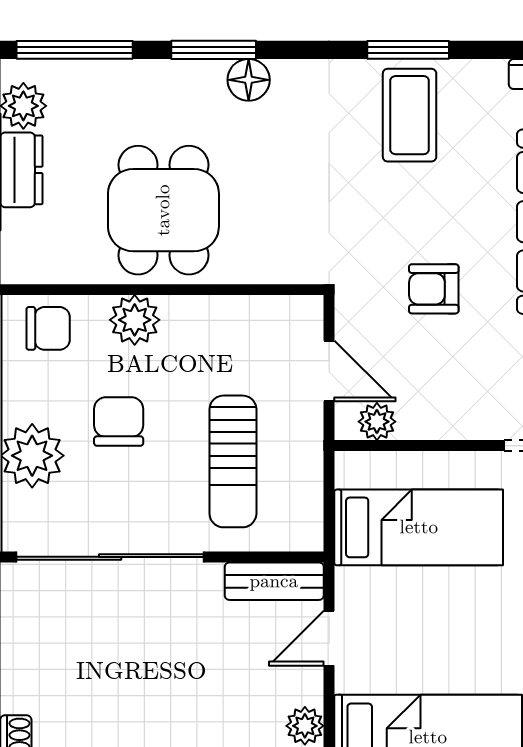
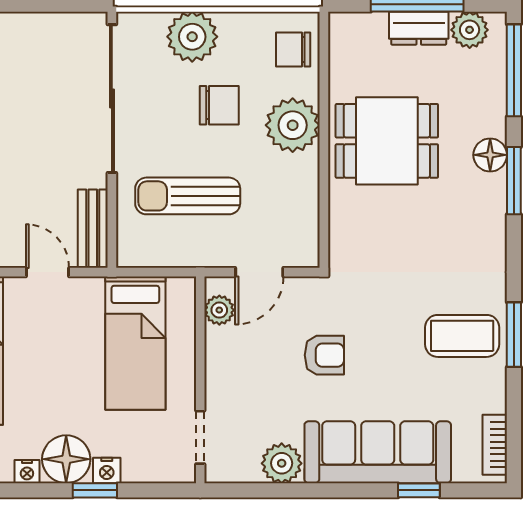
floor lamp: (249, 80) -> (490, 155), moved
armchair: (434, 289) -> (324, 355), turned 90
plant: (135, 320) -> (293, 125), width x1.36, depth x1.36
chair: (48, 328) -> (293, 49), turned 90

